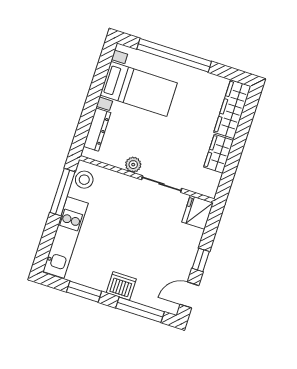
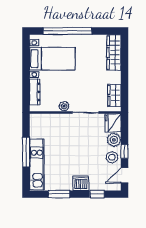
wardrobe: (219, 154) -> (114, 95), moved
stool: (84, 180) -> (112, 157), moved
window: (63, 192) -> (26, 152), moved
plant: (191, 238) -> (114, 140), added
window: (140, 310) -> (97, 194), width x0.46

